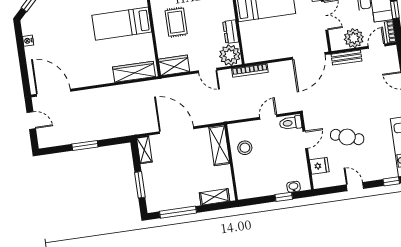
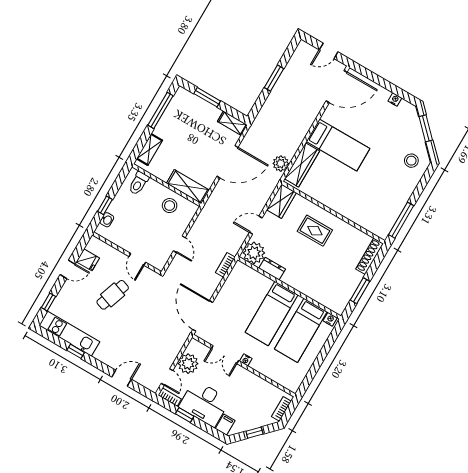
bed: (122, 24) -> (338, 145), moved, turned 90
bench: (347, 58) -> (177, 345), removed
bookcase: (250, 70) -> (225, 265), width x0.64
plant: (146, 89) -> (281, 164), added
toilet: (291, 123) -> (139, 183), moved, turned 180
fridge: (319, 166) -> (88, 260), moved, turned -90

